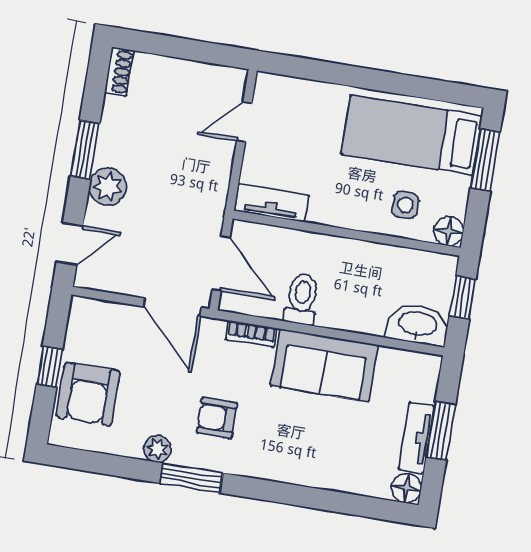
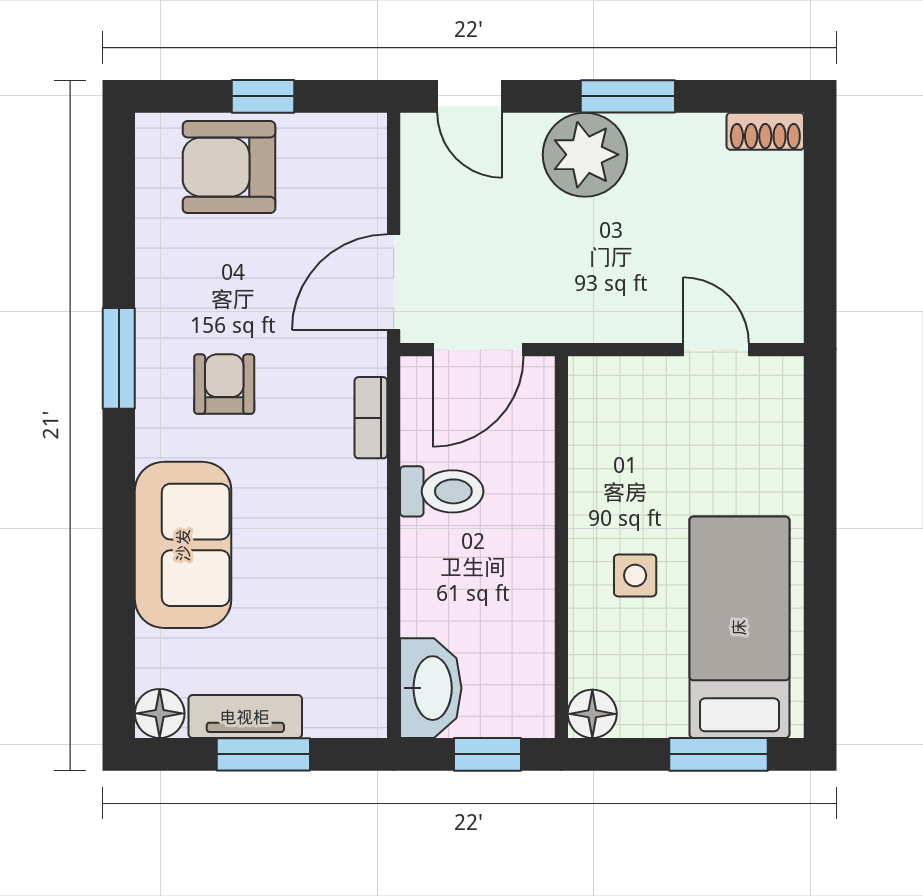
plant: (108, 187) -> (585, 155), width x1.36, depth x1.36
tv unit: (272, 203) -> (591, 416), removed
side table: (405, 205) -> (635, 575), moved
sofa: (324, 365) -> (183, 545), moved, turned 180
plant: (158, 449) -> (157, 295), removed

